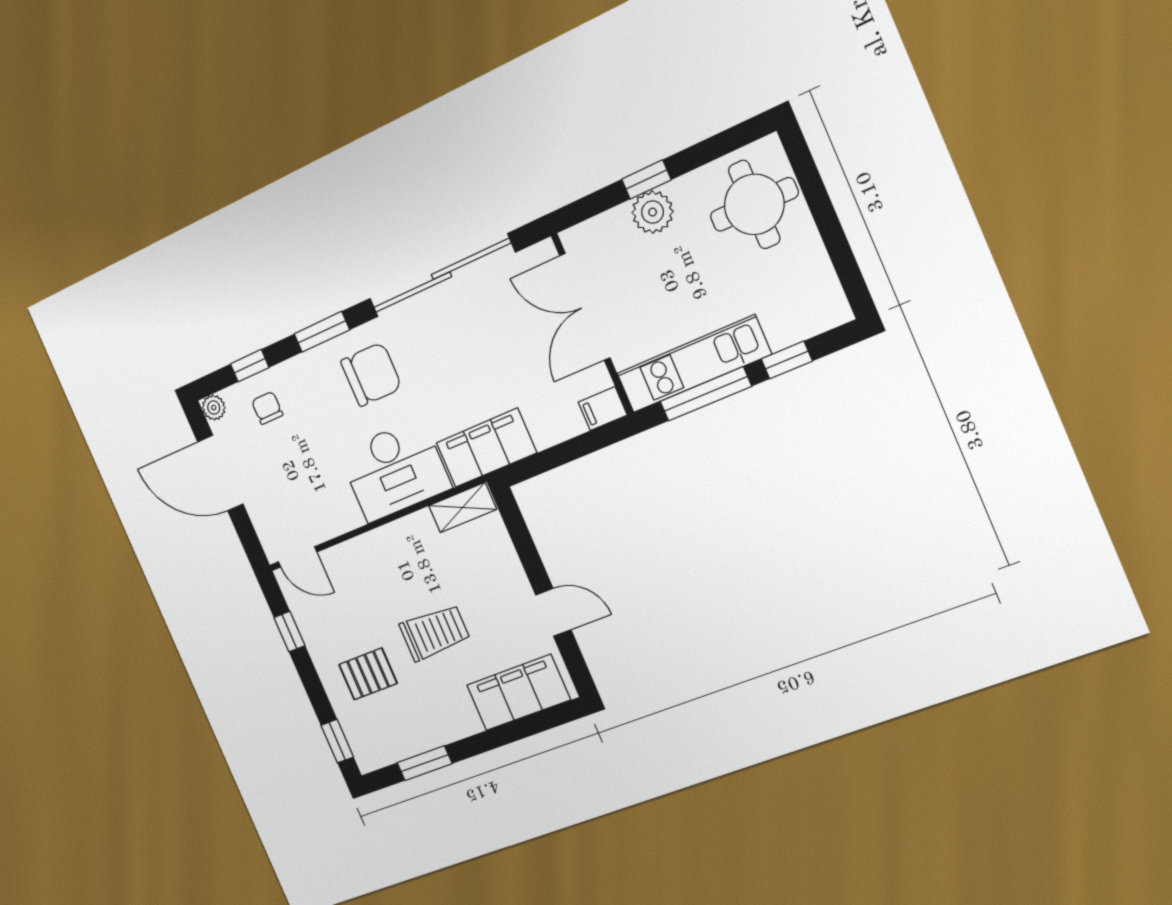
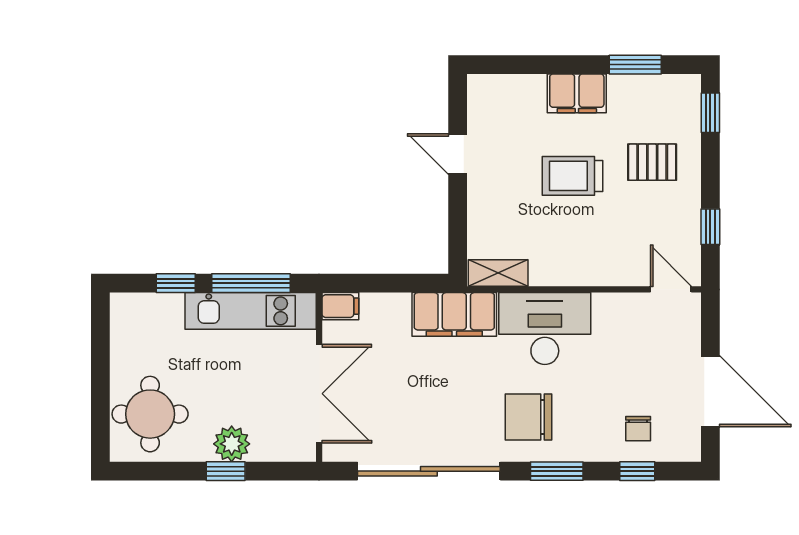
plant: (214, 408) -> (689, 450), removed
filing cabinet: (518, 693) -> (577, 93), moved, width x0.67, depth x0.86

